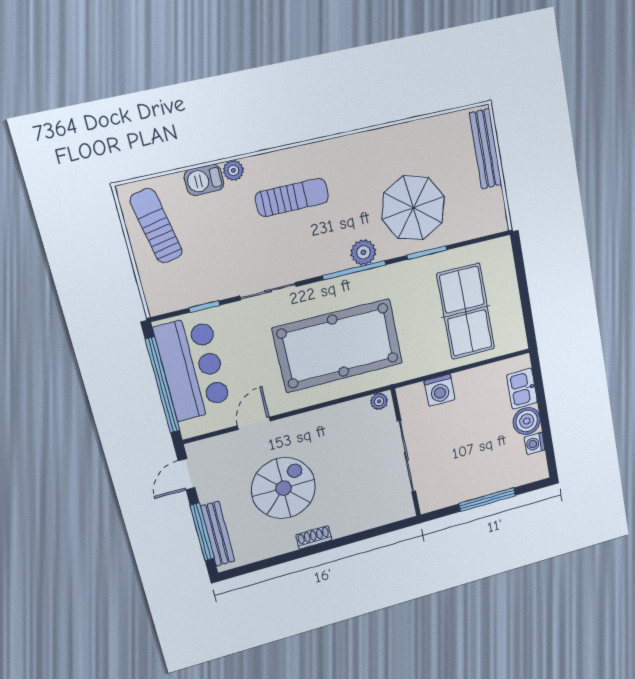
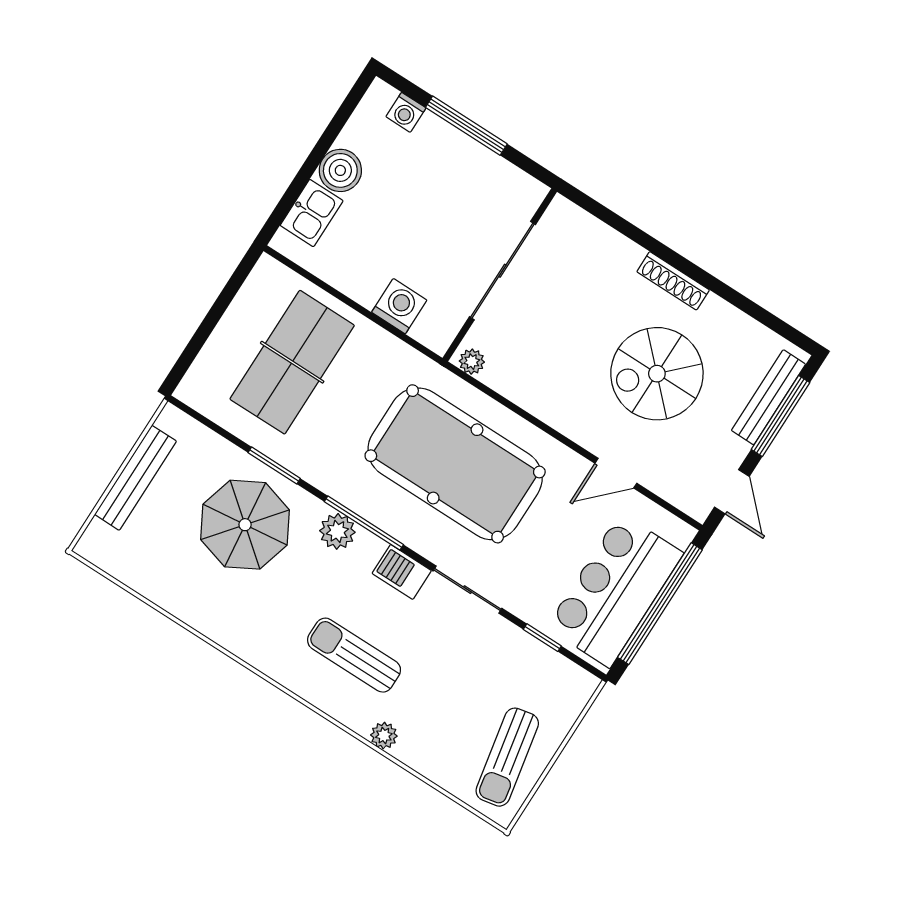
bench: (486, 149) -> (136, 478), moved
barbecue: (204, 180) -> (402, 572), moved, turned 180
washing machine: (535, 444) -> (406, 112), moved, turned 90
door: (187, 474) -> (732, 492), hinge flipped
shoe rack: (314, 537) -> (673, 281), width x1.43

